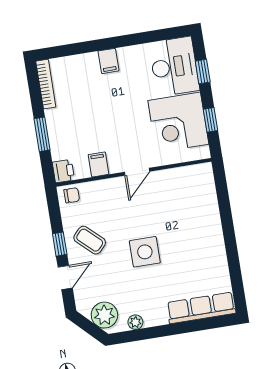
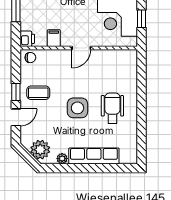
coffee table: (90, 240) -> (38, 93), turned -43
wheelchair: (191, 245) -> (112, 108), added
row of seats: (201, 308) -> (94, 156), moved

